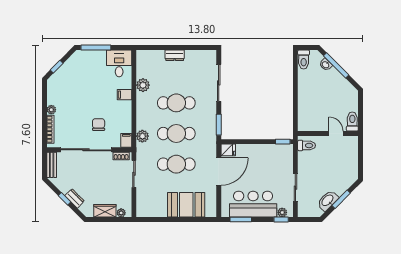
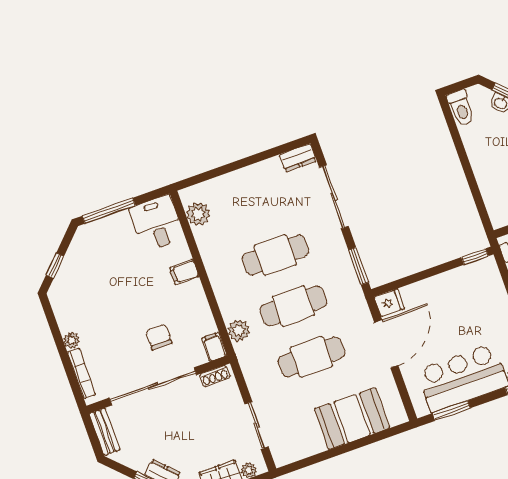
dresser: (175, 55) -> (298, 158), moved
plant: (143, 85) -> (198, 214), moved
sliding door: (134, 174) -> (256, 425), moved

